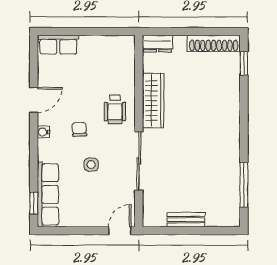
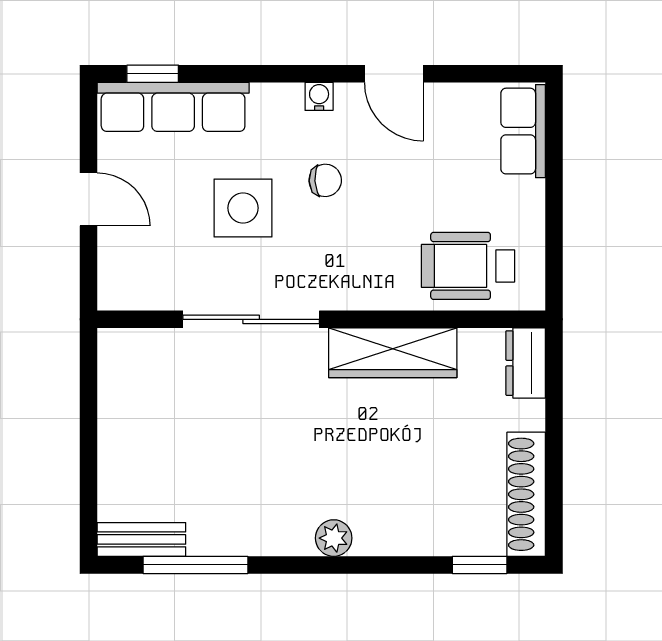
wheelchair: (115, 109) -> (468, 266), moved, width x1.36, depth x1.37
plant: (232, 126) -> (334, 538), added
side table: (91, 165) -> (243, 208), width x1.87, depth x1.87
bench: (186, 220) -> (141, 539), moved, turned 90
door: (120, 231) -> (89, 199), moved

